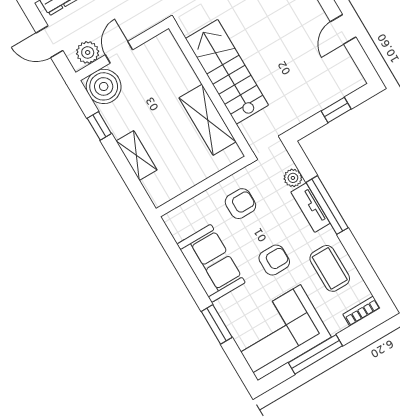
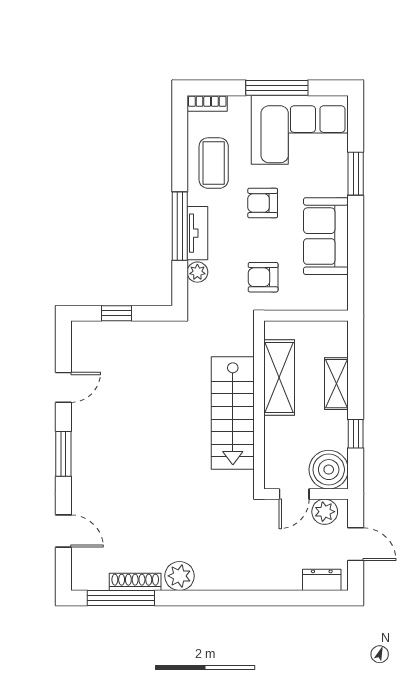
stairs: (227, 72) -> (233, 413), moved
wall: (211, 90) -> (259, 405), moved
shelving: (208, 120) -> (279, 377), moved

